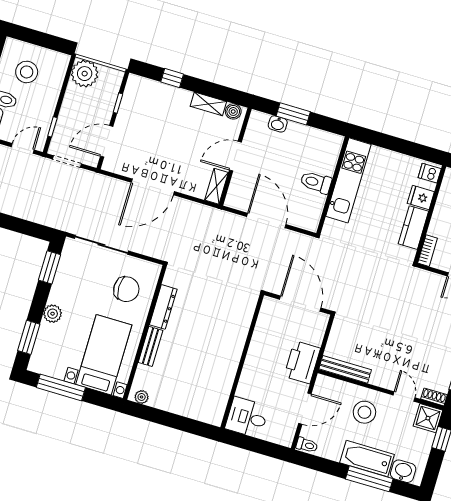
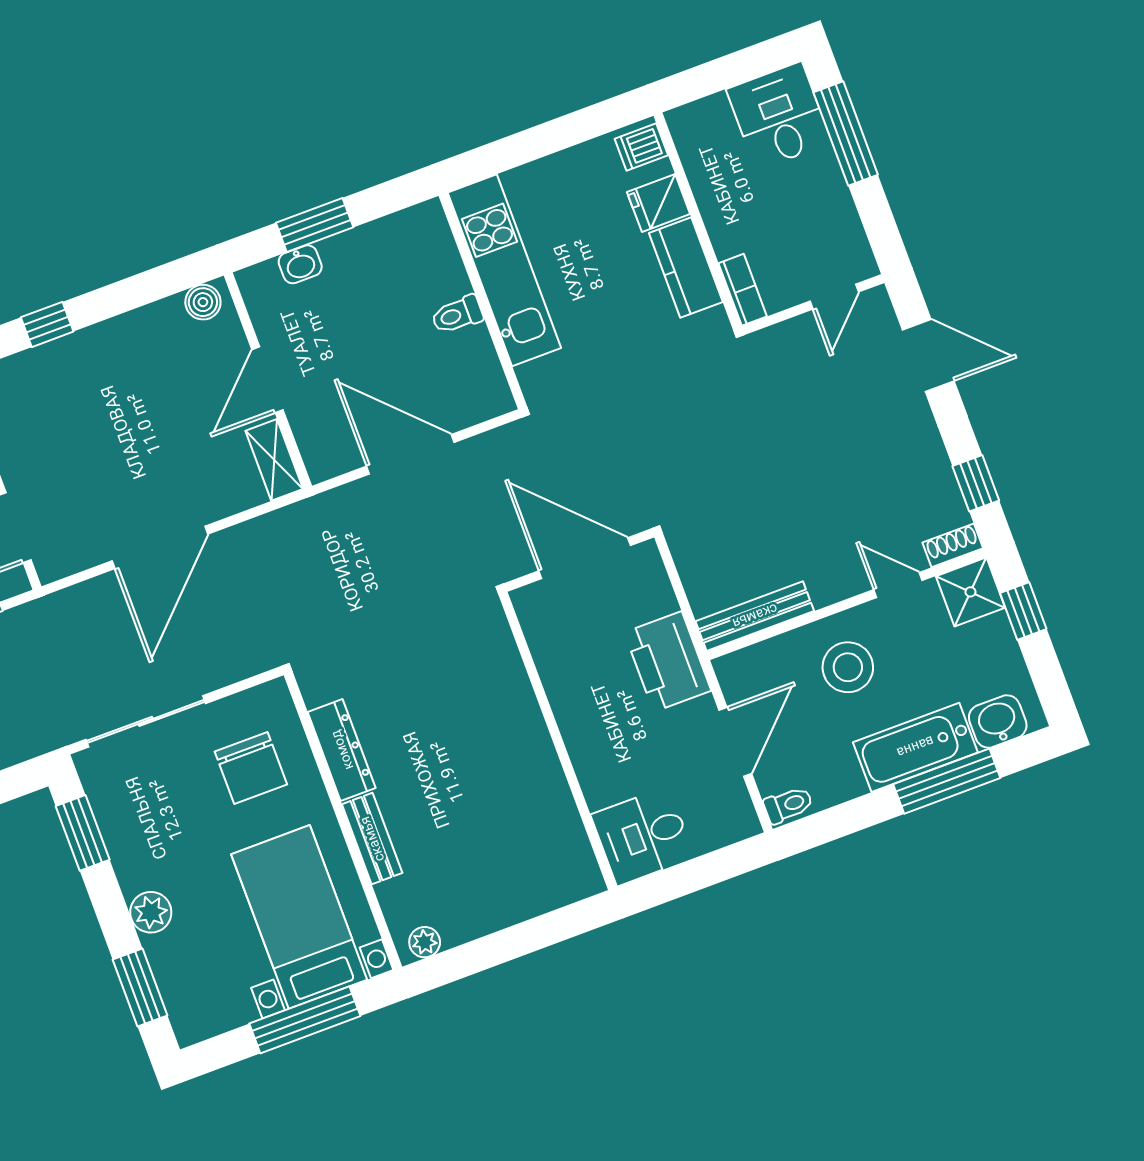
shelving: (208, 104) -> (148, 322), removed
toilet: (316, 182) -> (457, 315), width x0.73, depth x0.72
chair: (126, 289) -> (251, 768), turned 90
window: (61, 387) -> (305, 1020), moved

